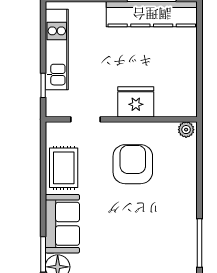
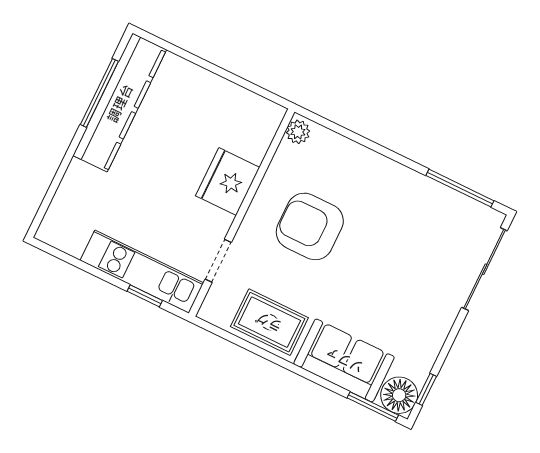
kitchen unit: (57, 49) -> (142, 272), moved

